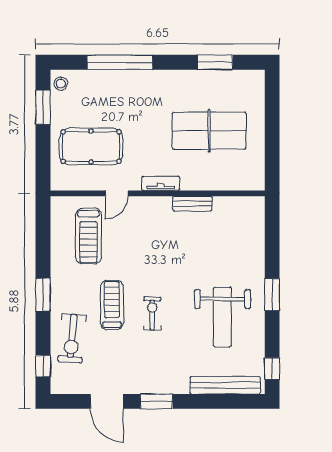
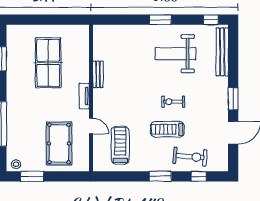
treadmill: (88, 236) -> (120, 145), turned -90
weight bench: (223, 317) -> (175, 54), turned 180
window: (43, 366) -> (199, 176), moved

